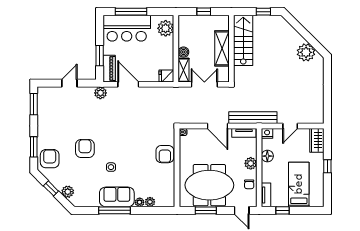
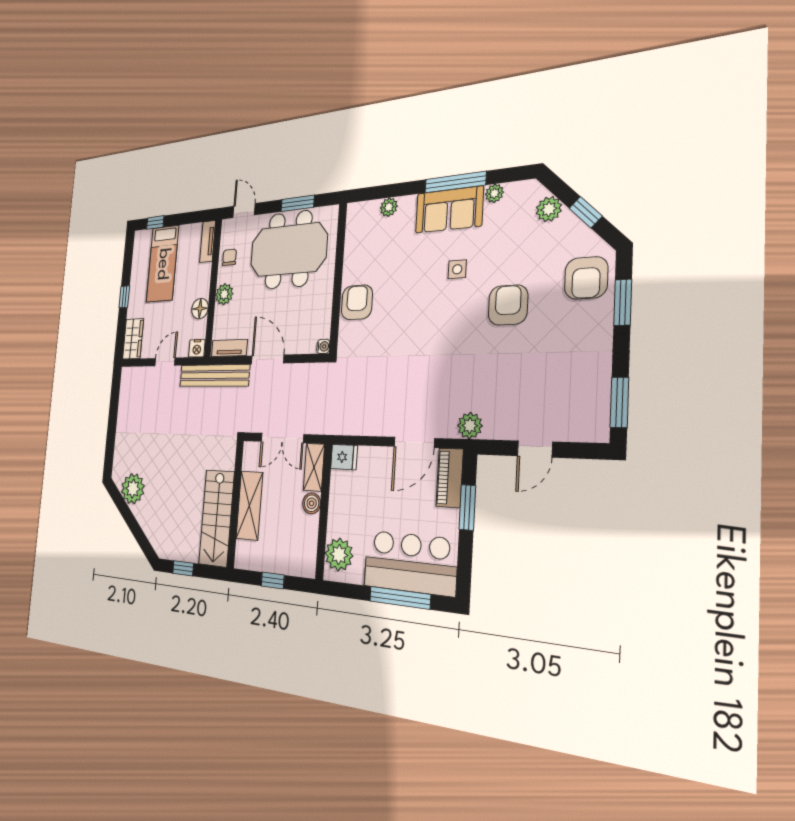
door: (128, 84) -> (414, 442), hinge flipped
armchair: (85, 148) -> (508, 305), turned 180
plant: (140, 202) -> (494, 193), moved
window: (283, 210) -> (155, 223), moved

